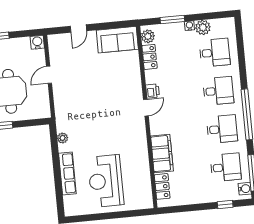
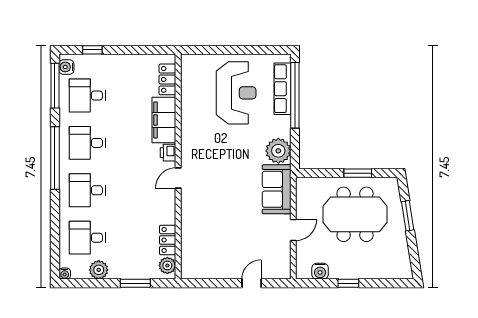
water cooler: (189, 26) -> (65, 274), moved
sofa: (117, 40) -> (277, 189), moved, turned -90
water cooler: (37, 42) -> (320, 271), moved
printer: (153, 91) -> (168, 153), moved
plant: (62, 138) -> (278, 151), width x1.88, depth x1.88
row of seats: (67, 173) -> (282, 89), moved
window: (58, 184) -> (295, 95), added

